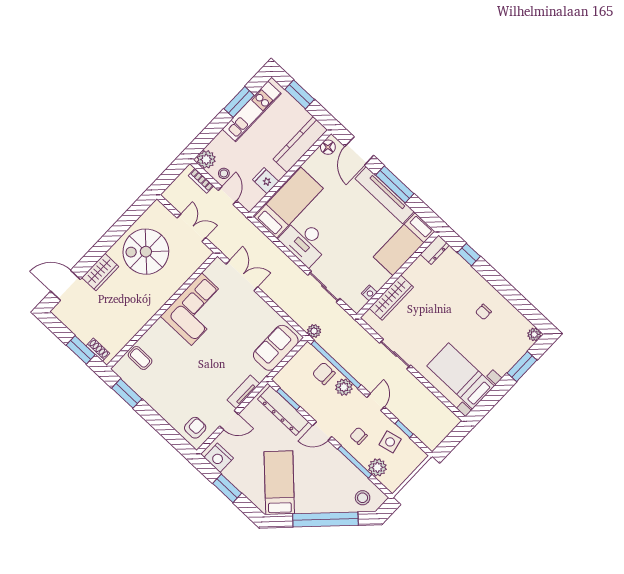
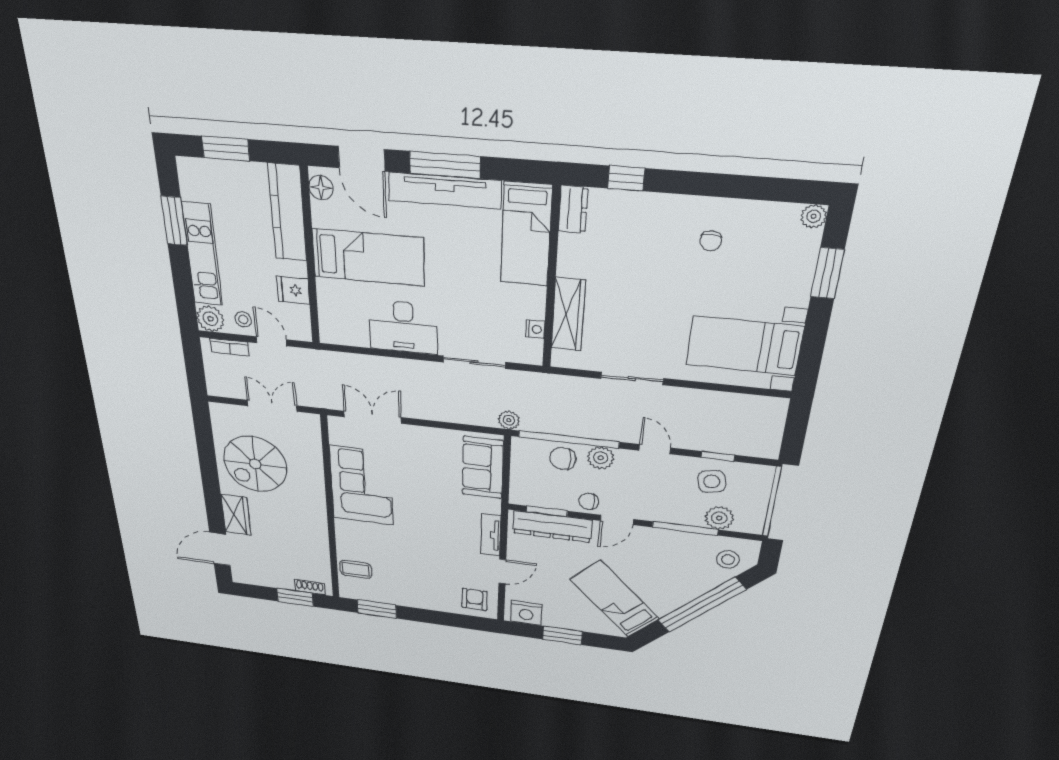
kitchen unit: (252, 111) -> (202, 255), moved
bed: (289, 203) -> (368, 257), moved, turned 90
chair: (359, 436) -> (589, 501), moved

